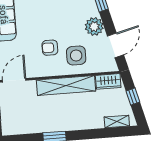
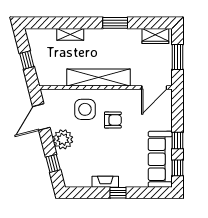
wardrobe: (108, 81) -> (155, 36), moved, turned 180
shelving: (117, 122) -> (70, 34), moved

